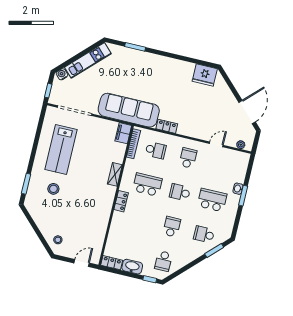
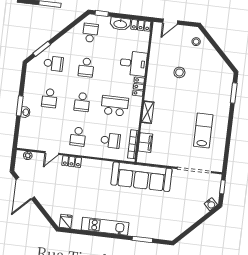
kitchen unit: (88, 60) -> (105, 226), moved, turned 45
fridge: (205, 75) -> (66, 221), width x0.53, depth x0.75
locker: (167, 126) -> (72, 162), moved
filing cabinet: (123, 133) -> (145, 143), moved
lab bench: (61, 150) -> (203, 130), width x0.73, depth x0.72
school desk: (156, 150) -> (110, 140), turned 180
school desk: (147, 185) -> (115, 106), turned 180
stool: (53, 189) -> (179, 72), moved
school desk: (180, 192) -> (82, 102), turned 90
school desk: (212, 200) -> (49, 98), width x0.54
desk: (124, 225) -> (133, 63), added

